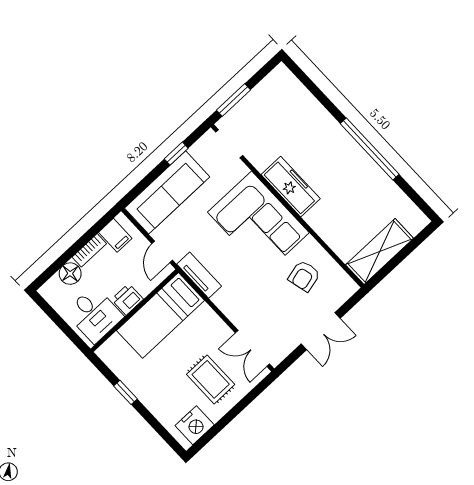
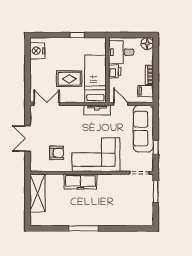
window: (370, 149) -> (83, 228), width x0.68
freezer: (291, 187) -> (80, 182), moved
floor lamp: (70, 274) -> (147, 44), moved
armchair: (304, 276) -> (57, 153), turned 104
rug: (211, 379) -> (69, 79), moved

